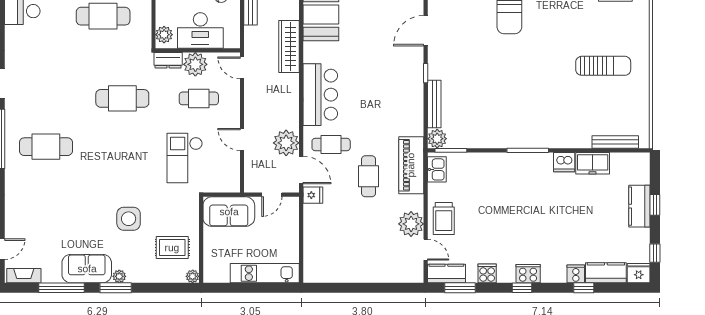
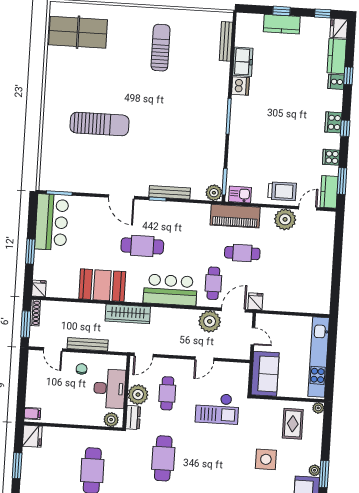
cafe table: (370, 59) -> (142, 246), added
bench: (434, 104) -> (170, 192), moved
kitchen unit: (265, 273) -> (319, 357), width x1.36

